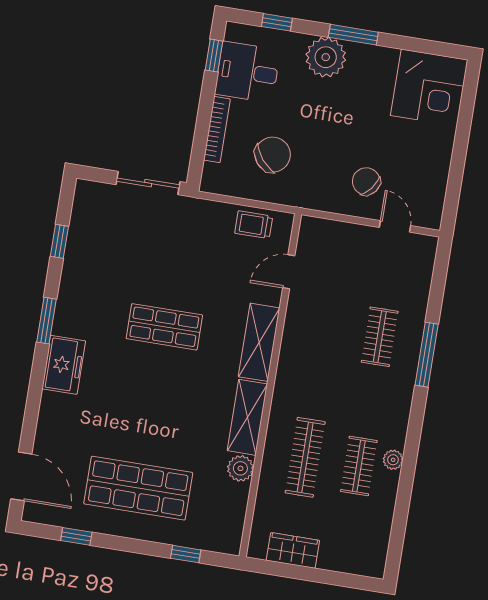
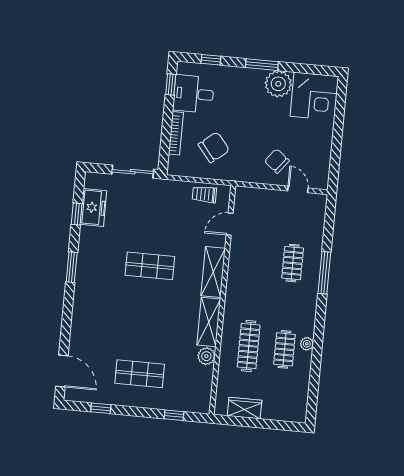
plant: (326, 57) -> (278, 84), moved
freezer: (64, 365) -> (93, 207), moved
shop shelf: (138, 488) -> (140, 374), width x0.70, depth x0.74

